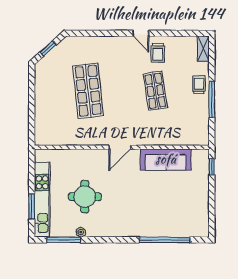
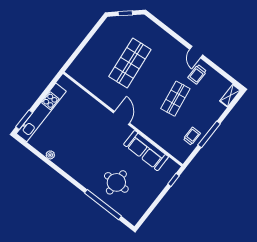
trolley: (199, 85) -> (192, 136), moved
door: (120, 147) -> (122, 118), swing flipped
round table: (85, 197) -> (116, 182), moved
window: (32, 206) -> (24, 120), moved
window: (64, 240) -> (34, 151), removed

